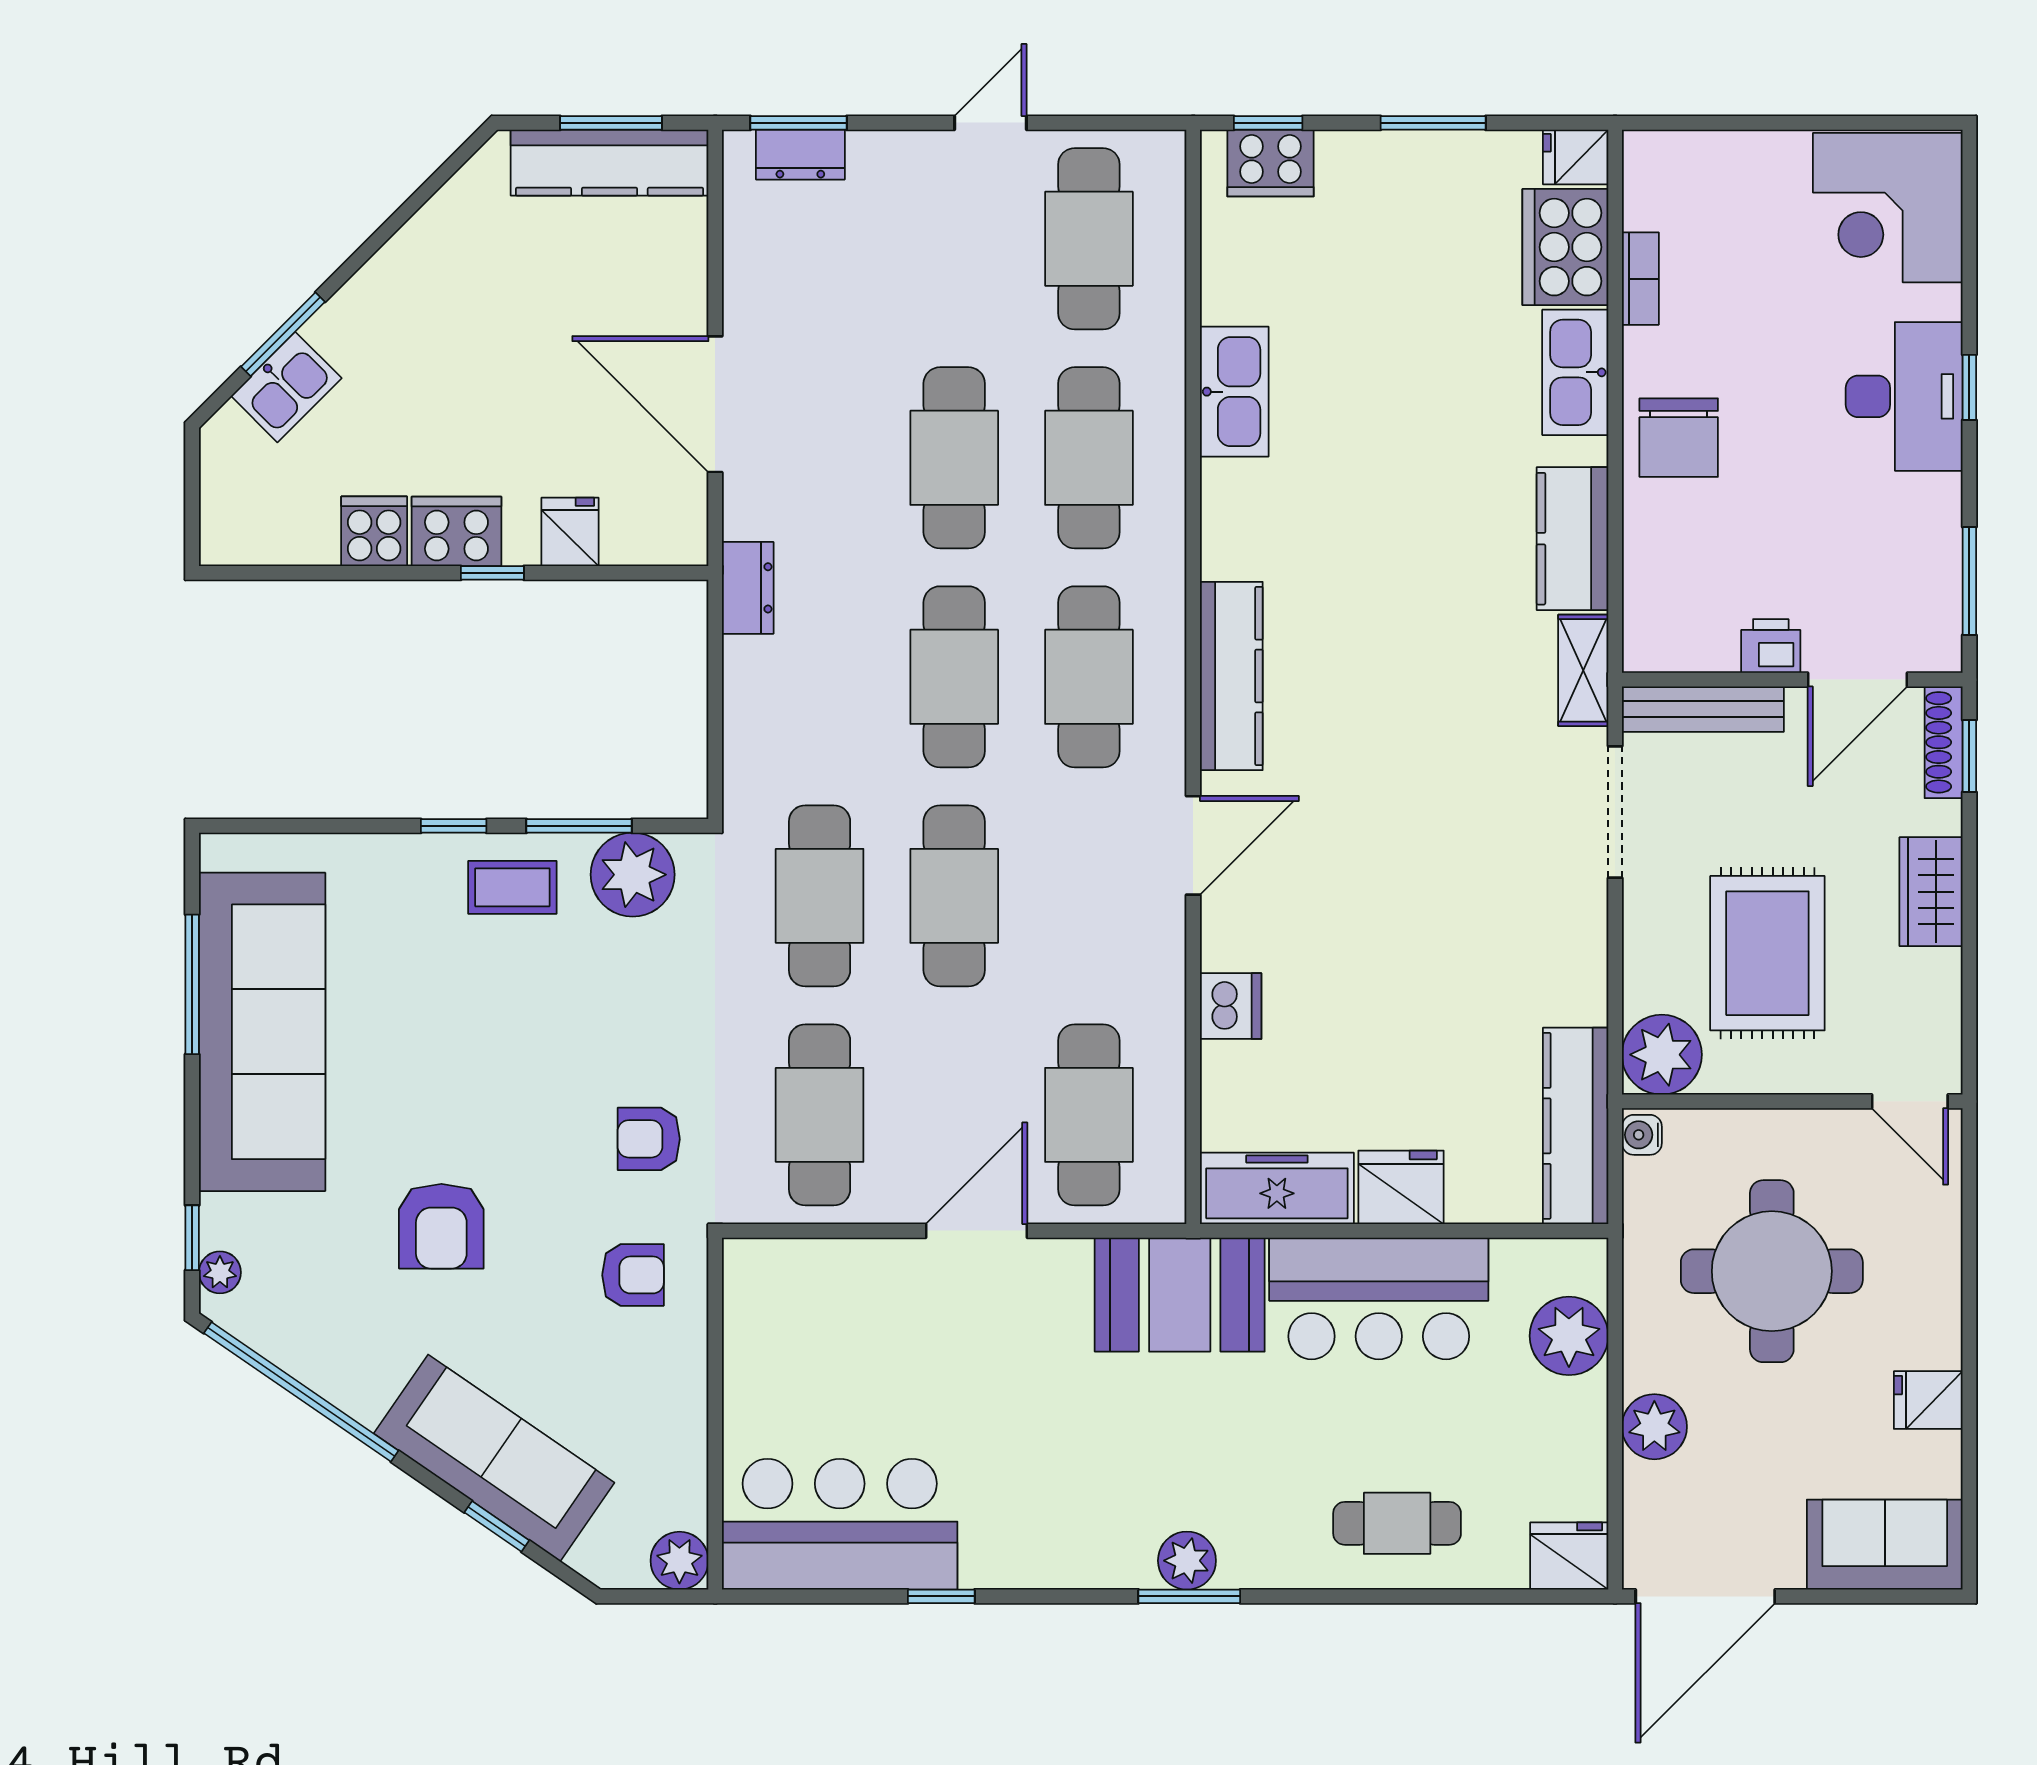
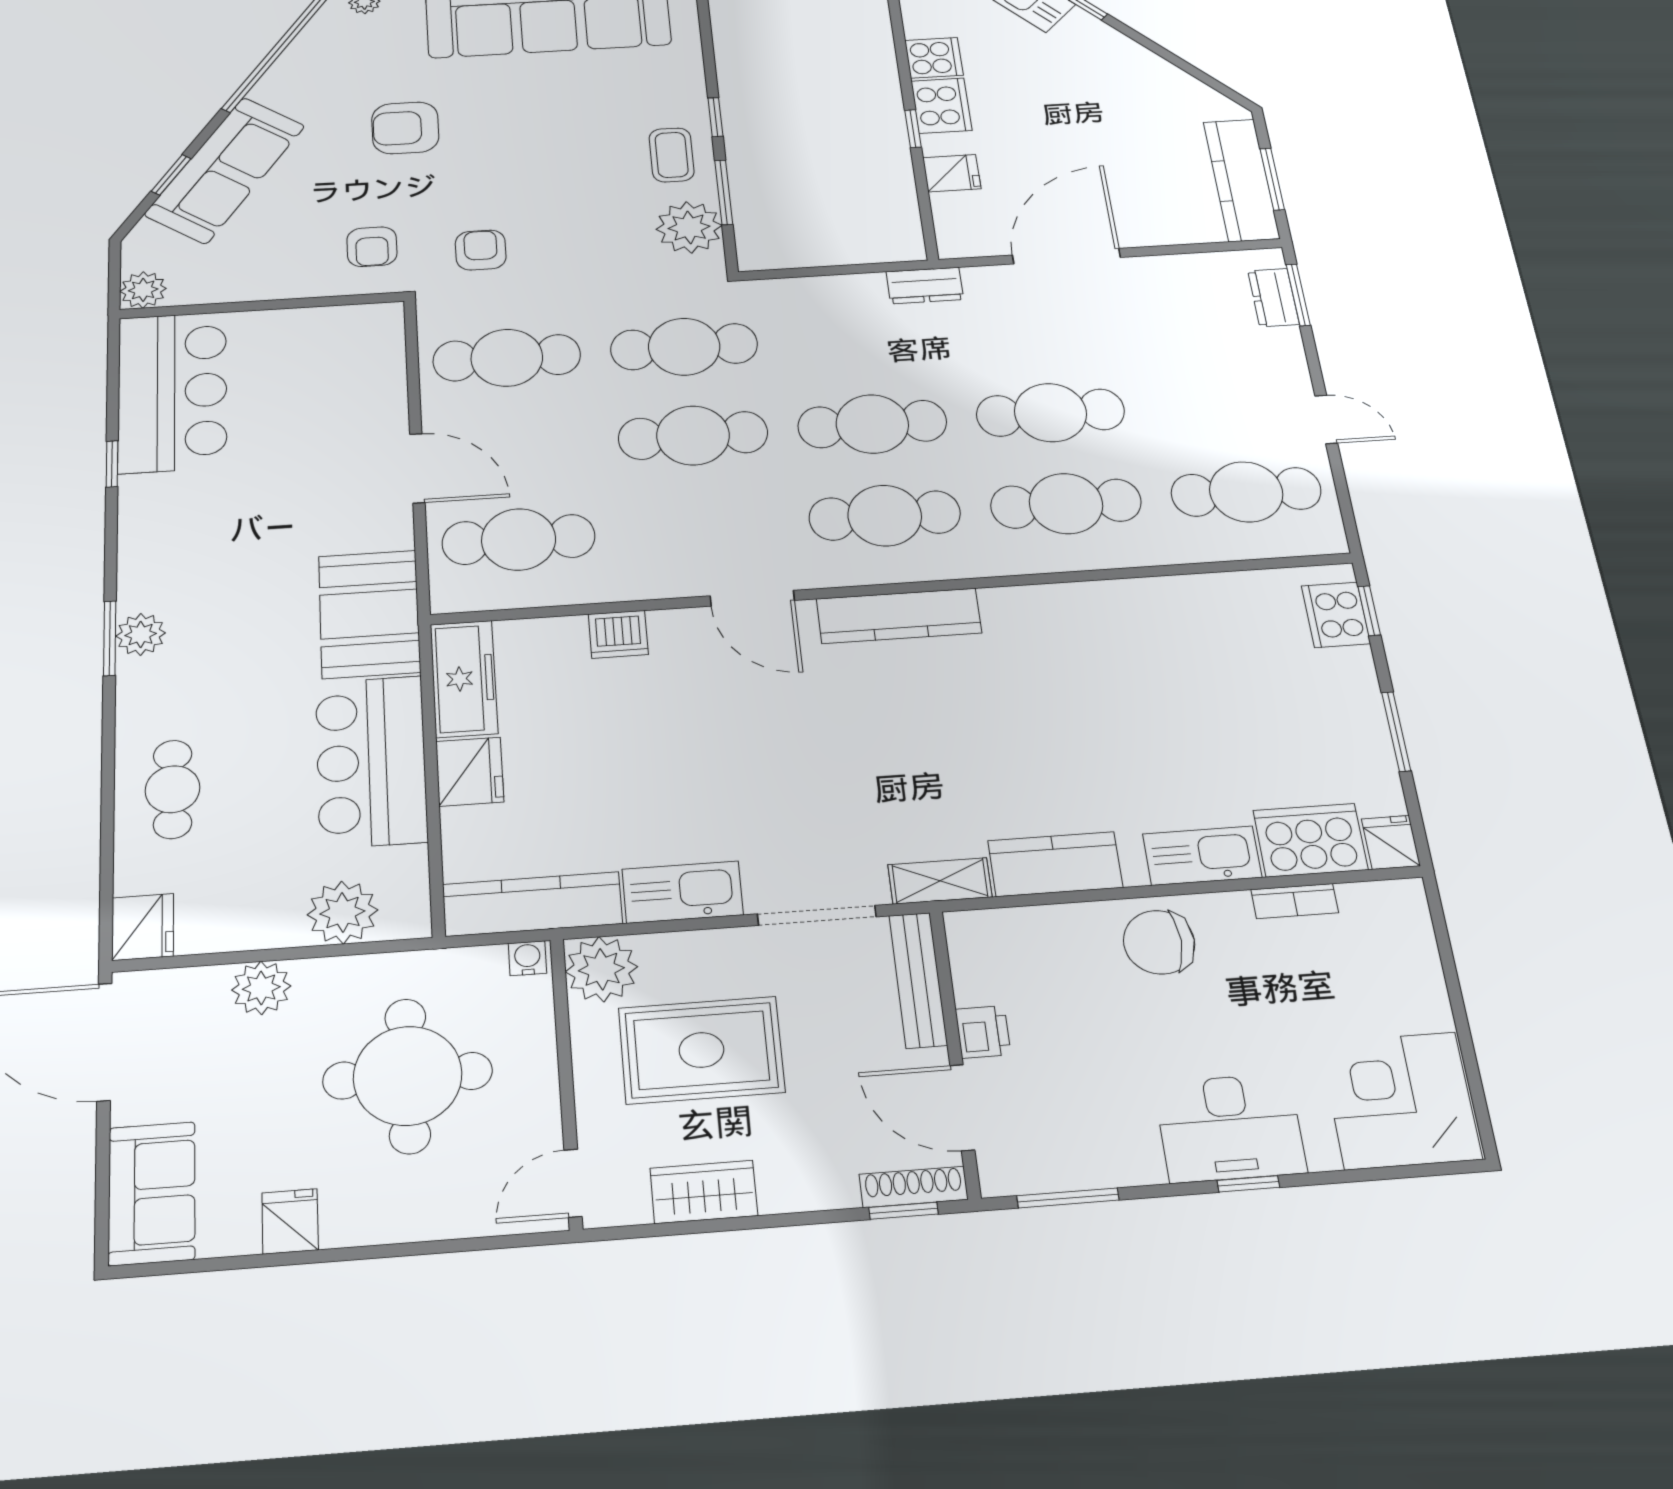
kitchen sink: (1234, 392) -> (683, 892), moved, turned 180
wardrobe: (1931, 892) -> (704, 1192), moved

